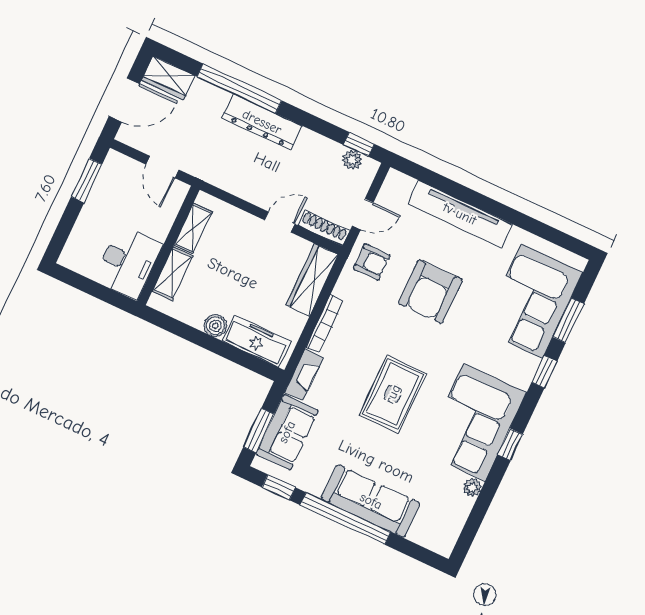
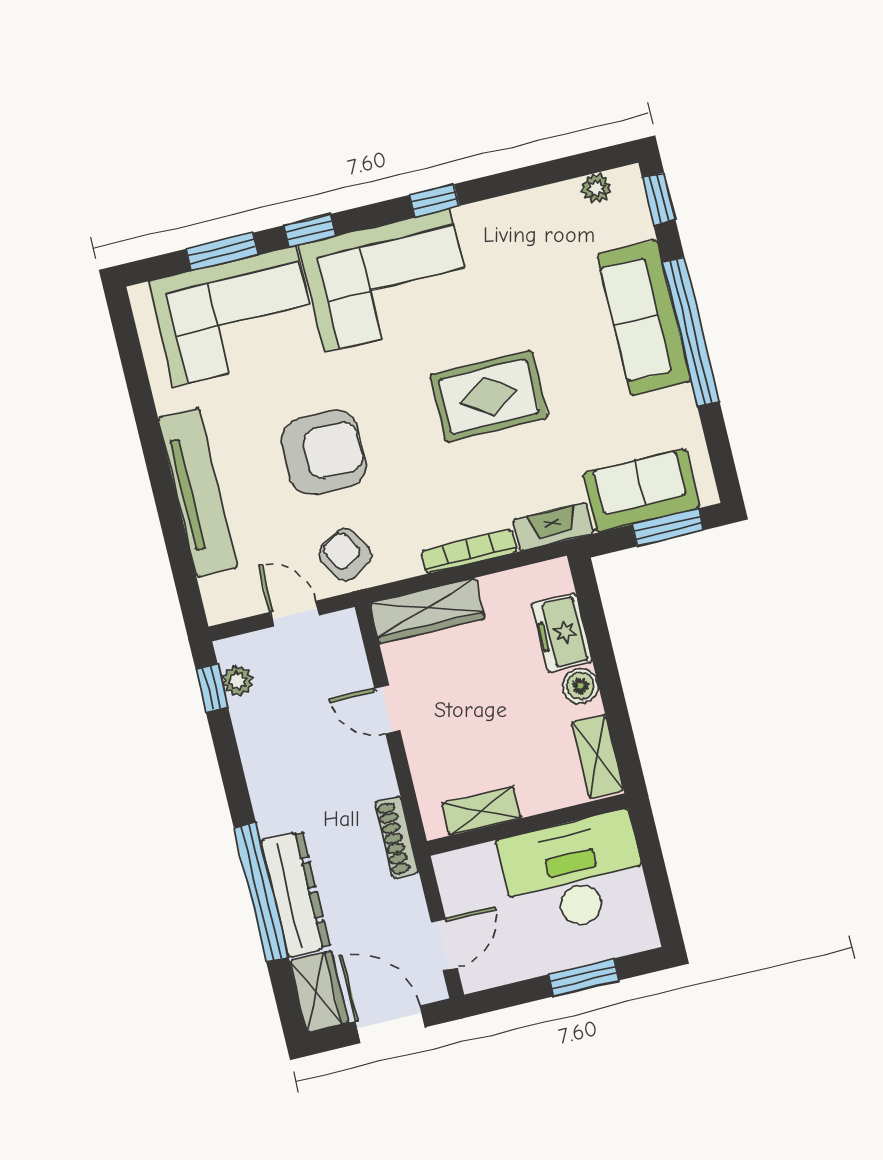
dresser: (262, 122) -> (295, 894), moved
door: (162, 167) -> (444, 945), moved
window: (87, 181) -> (584, 977), moved
shoe rack: (324, 228) -> (397, 837), moved
desk: (128, 262) -> (574, 874), width x1.36, depth x1.30
armchair: (372, 262) -> (345, 555), turned -31
shelving: (173, 273) -> (597, 756), moved, turned 90
freezer: (257, 341) -> (562, 633), width x0.71
corner sofa: (474, 422) -> (387, 281), moved
window: (279, 487) -> (659, 199), moved
plant: (472, 487) -> (596, 188), moved

